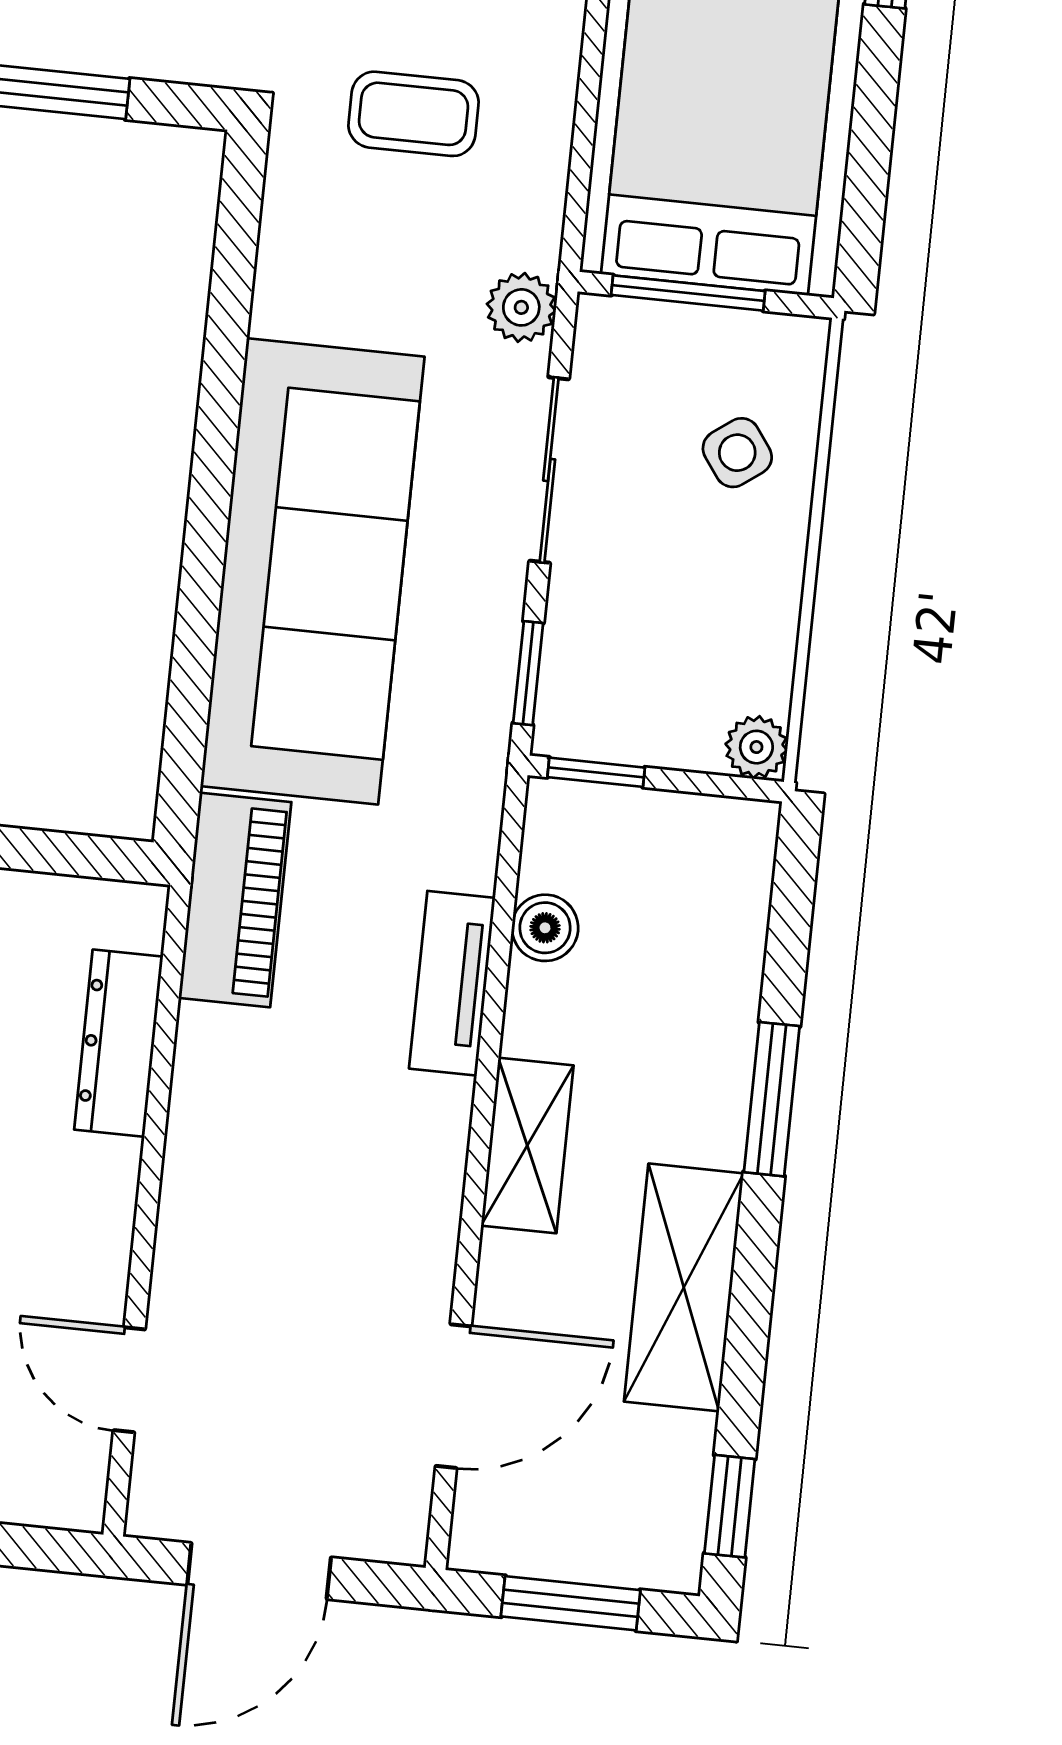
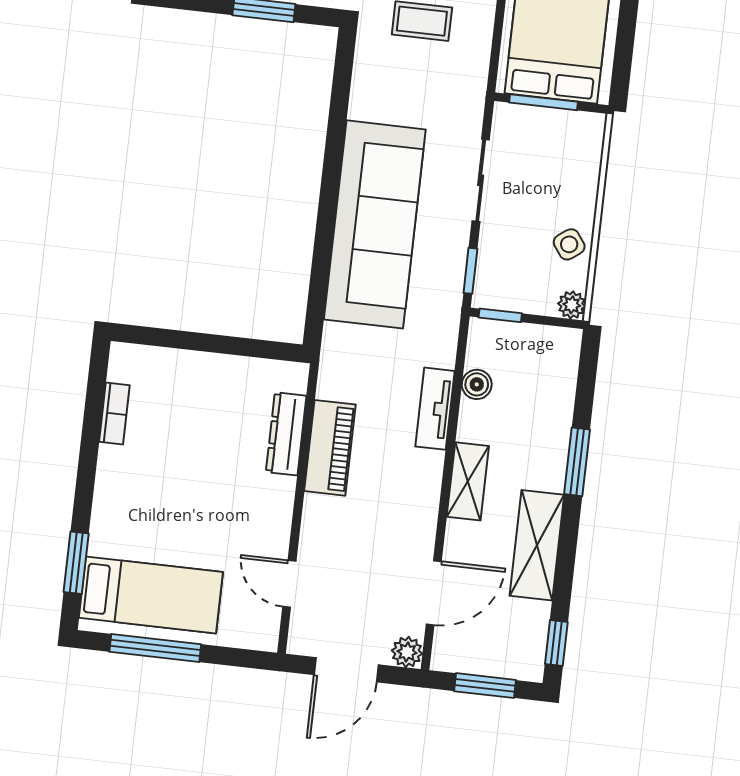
plant: (521, 307) -> (407, 652), moved
side table: (737, 453) -> (569, 244), moved
piano: (235, 900) -> (330, 448), moved

